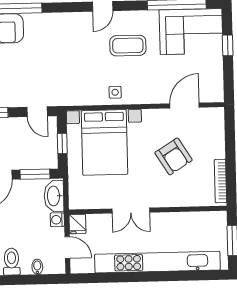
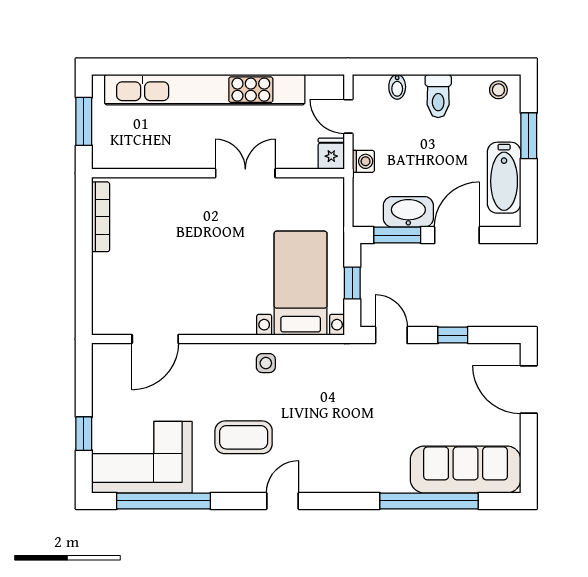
bed with nightstands: (105, 142) -> (301, 283), width x0.73
armchair: (174, 156) -> (175, 258), removed
washbasin: (54, 196) -> (408, 212), moved, turned -90

